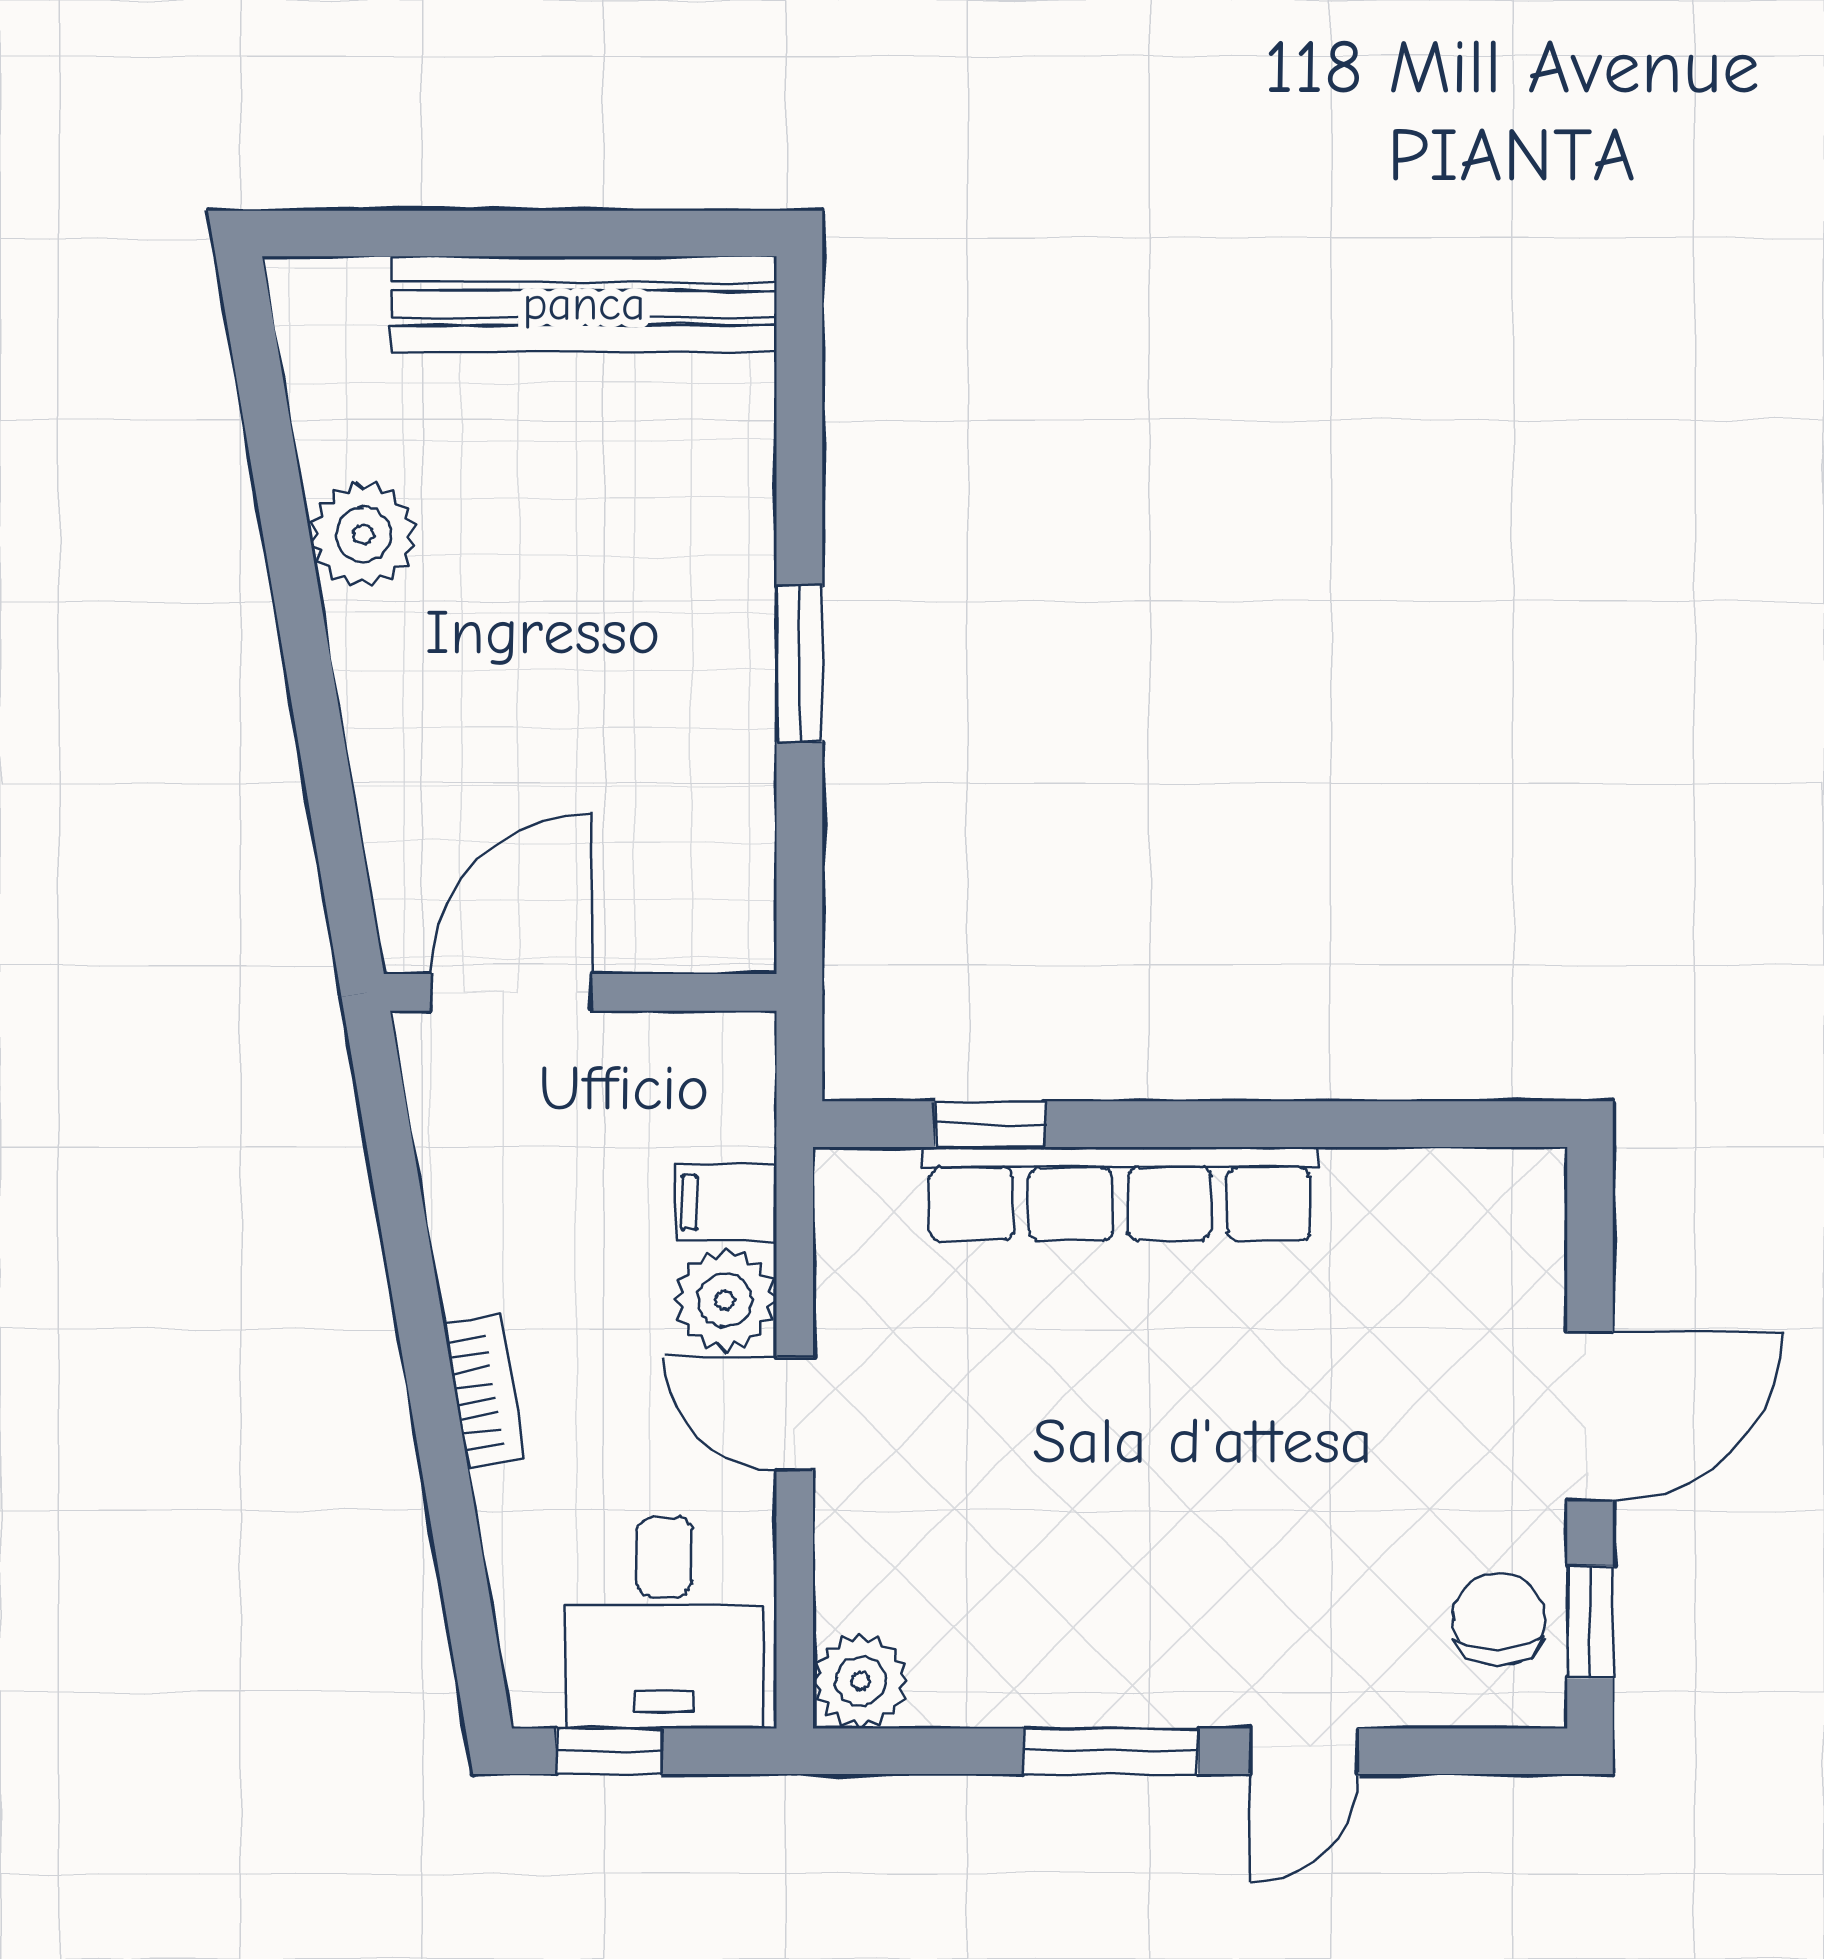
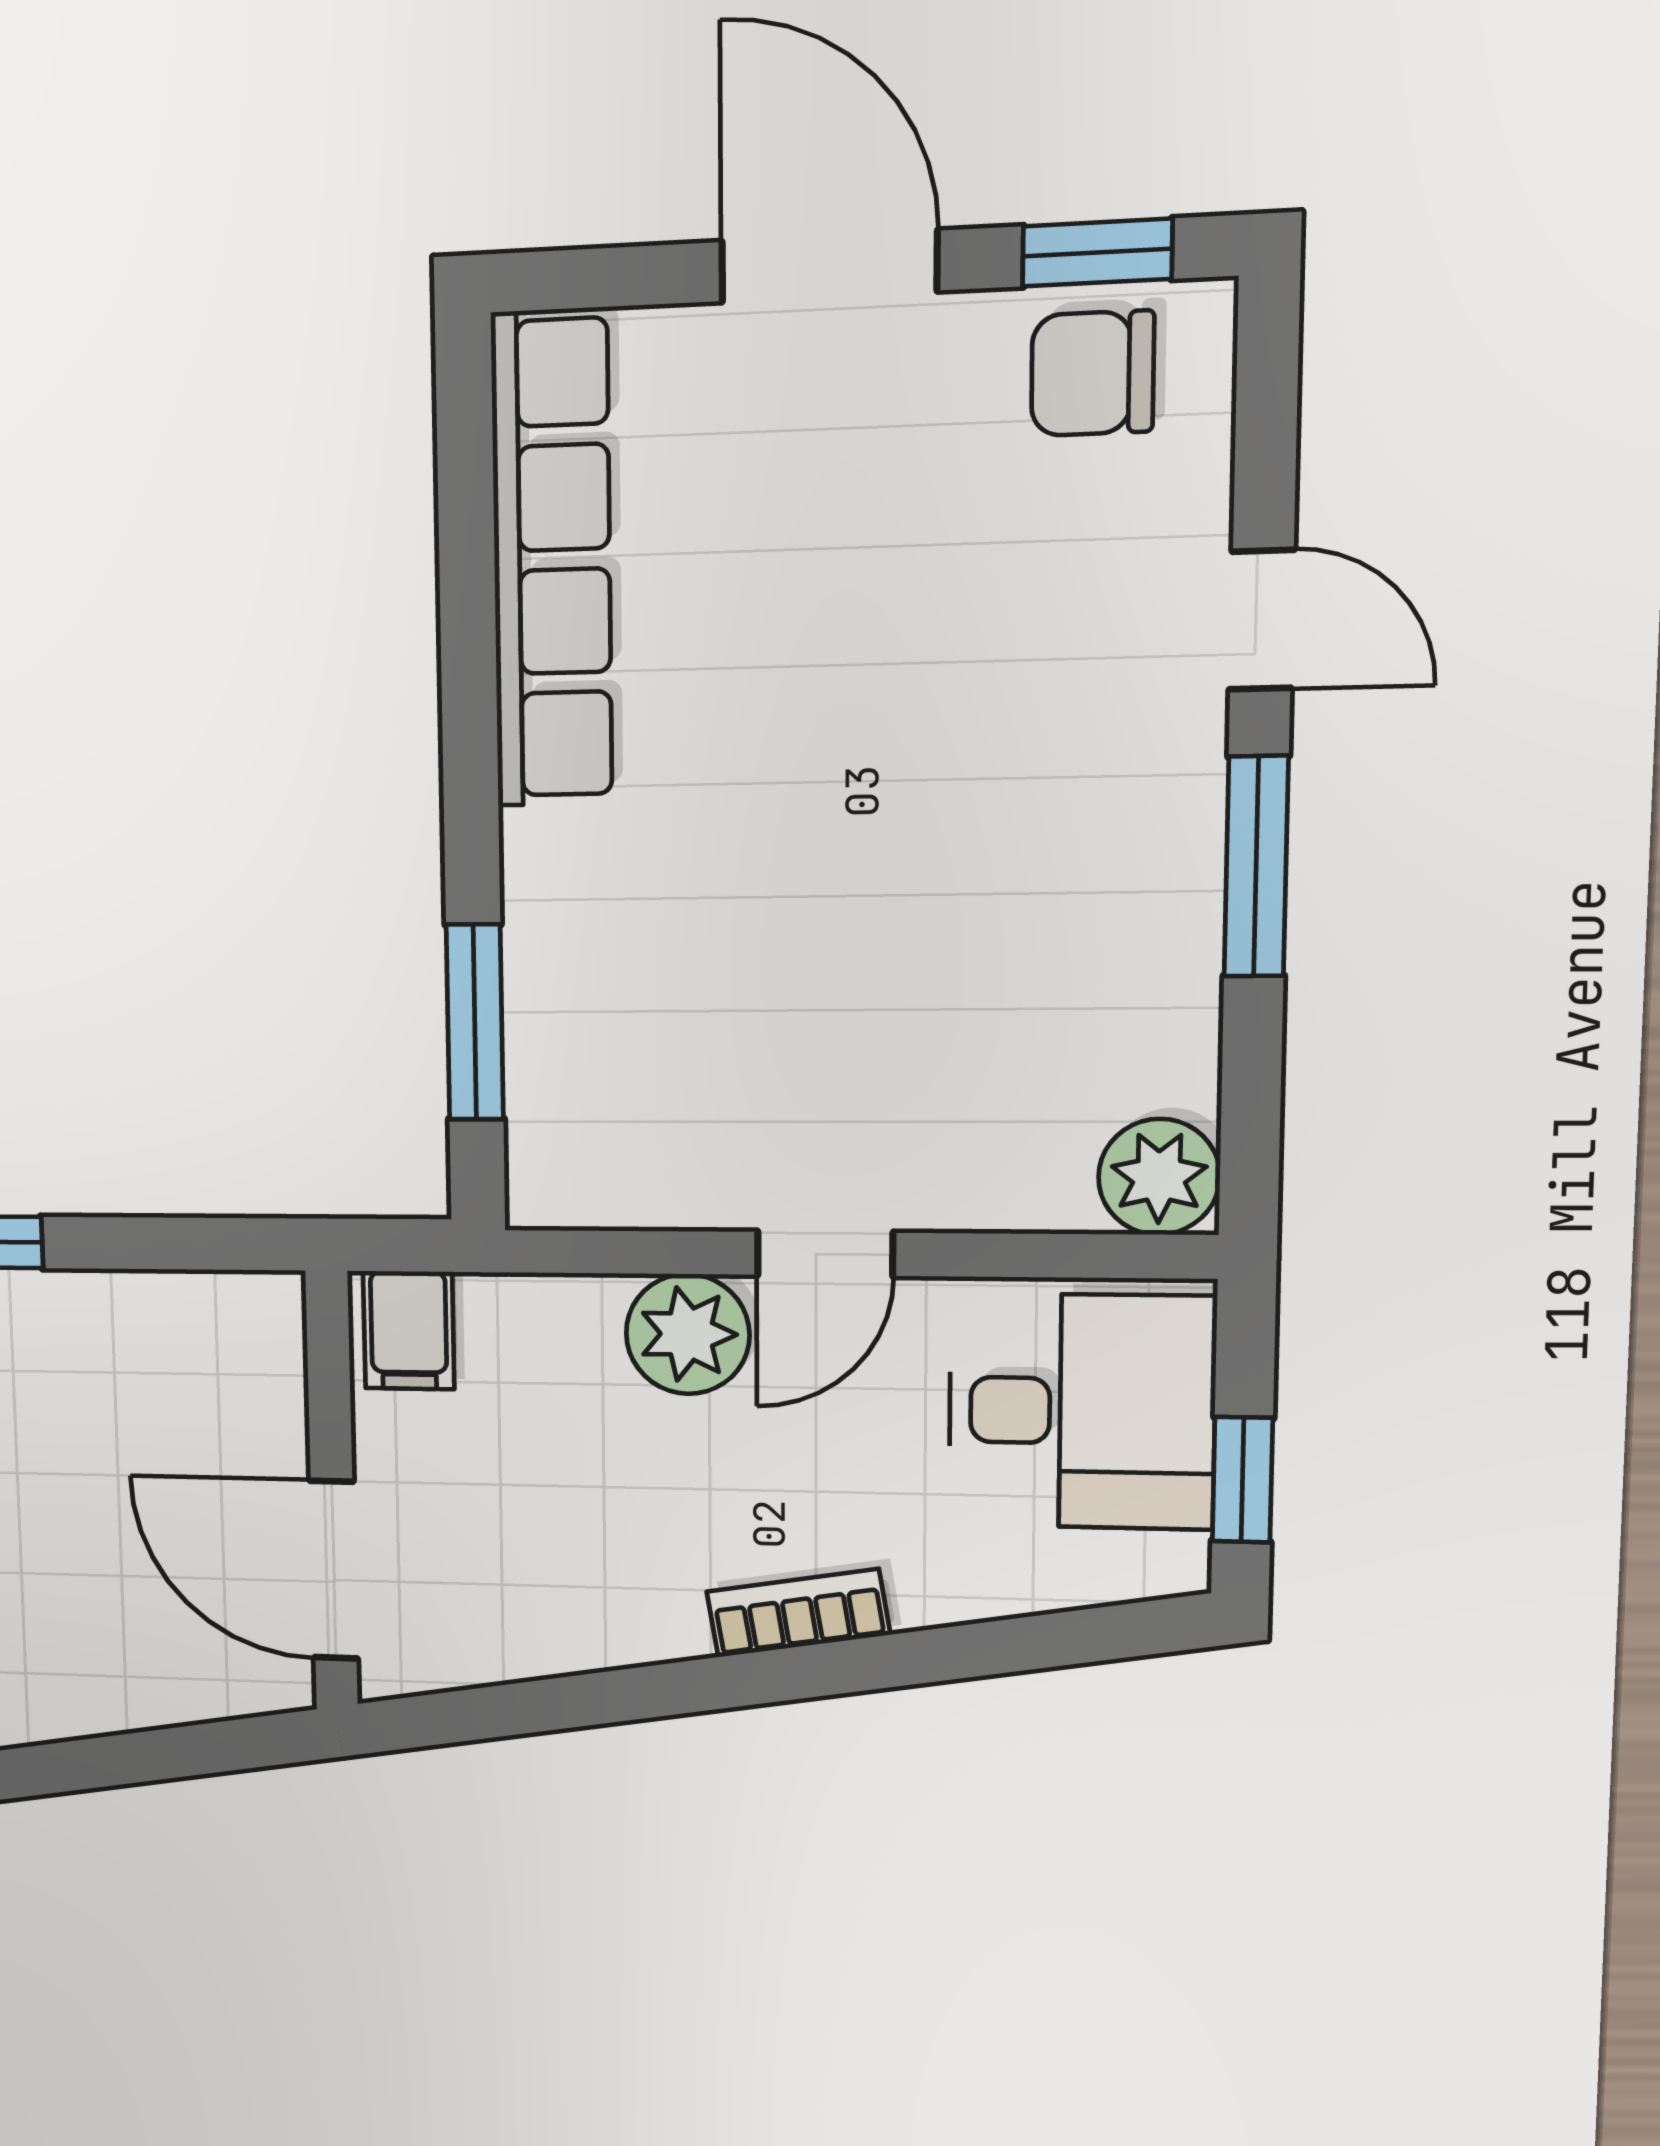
window: (990, 1124) -> (475, 1022), width x1.50
row of seats: (1120, 1194) -> (552, 560), moved
filing cabinet: (725, 1203) -> (409, 1330), moved

